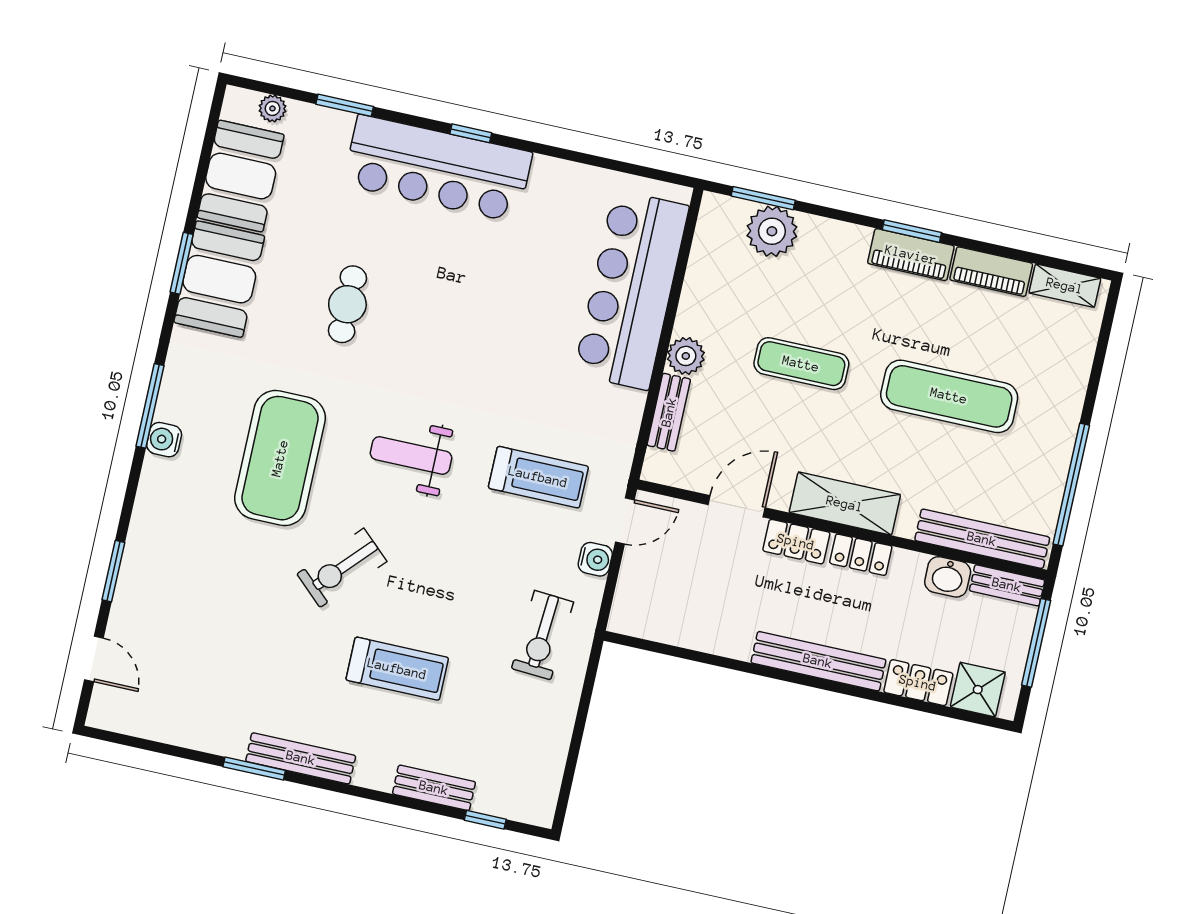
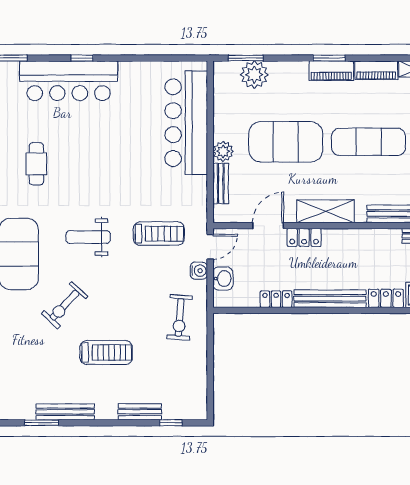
exercise mat: (801, 364) -> (286, 142), width x2.00, depth x1.45
locker: (861, 555) -> (276, 299), moved, turned 180
washbasin: (948, 577) -> (223, 279), moved, turned -90

